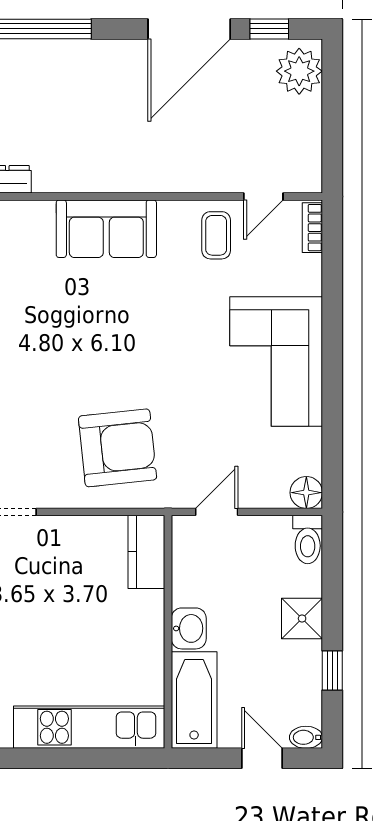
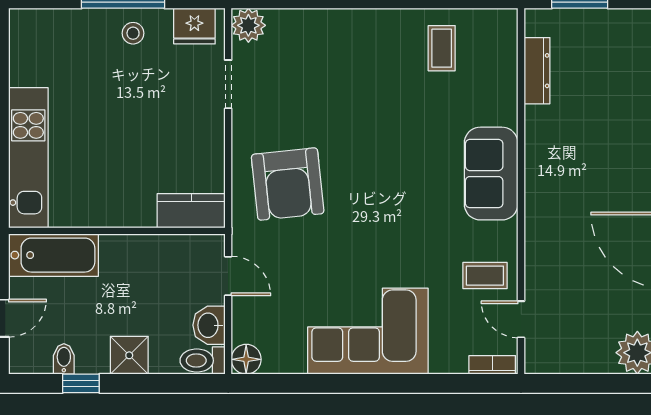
washbasin: (189, 628) -> (209, 325), moved, turned 90
bidet: (306, 737) -> (64, 359), moved

